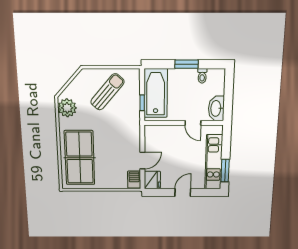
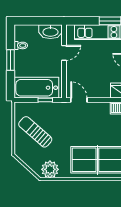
door: (142, 161) -> (79, 100), moved

